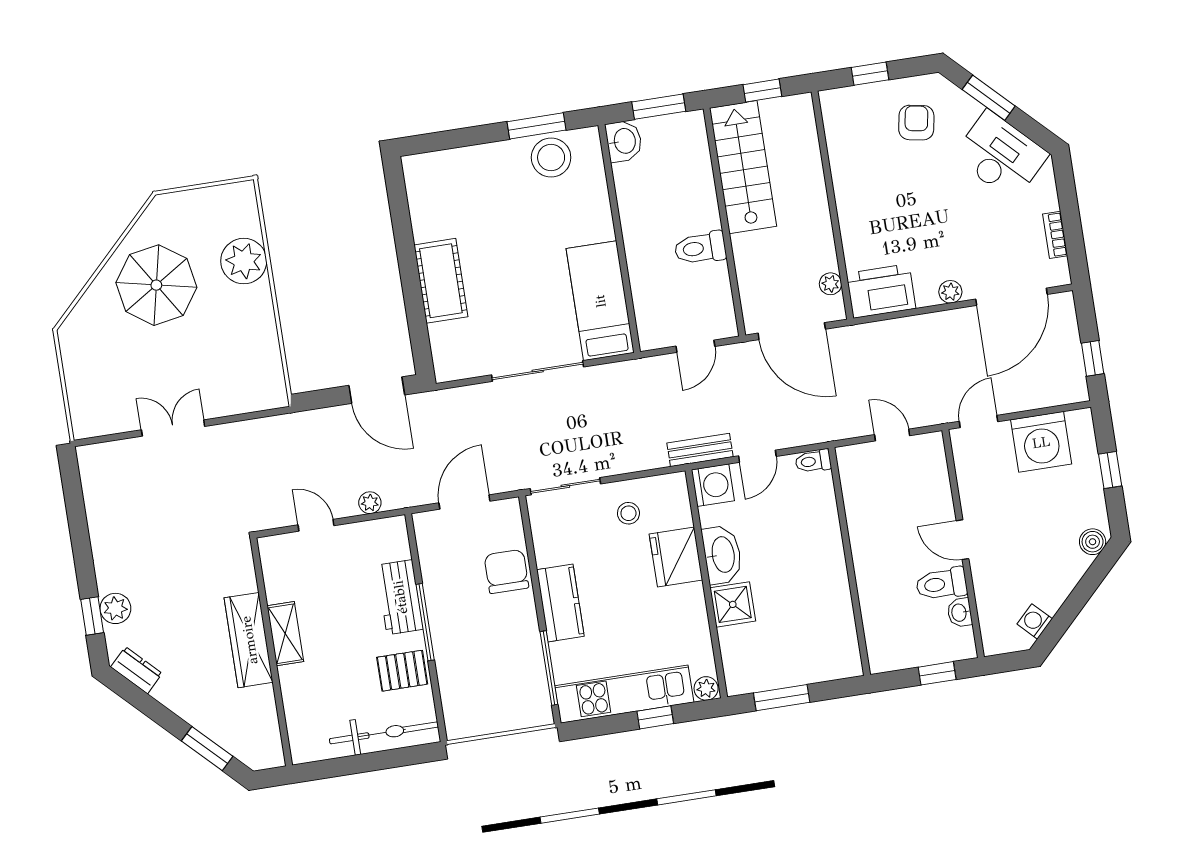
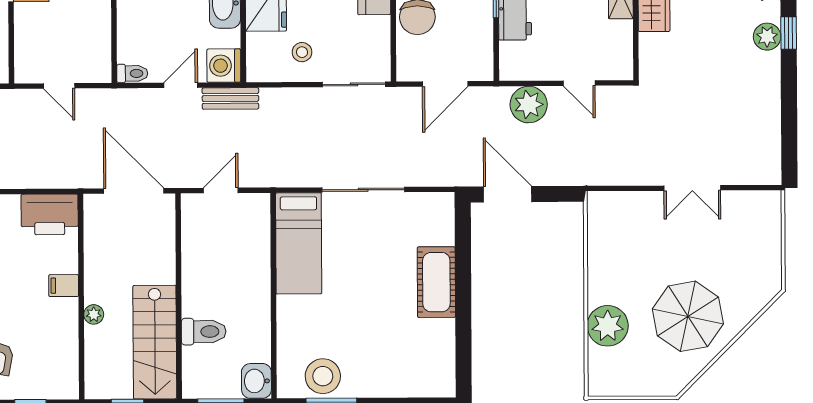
filing cabinet: (854, 214) -> (64, 286), added
toilet: (700, 248) -> (204, 332), moved
plant: (831, 284) -> (94, 314), moved
plant: (370, 503) -> (529, 105), width x1.87, depth x1.87

